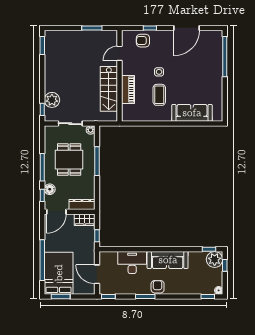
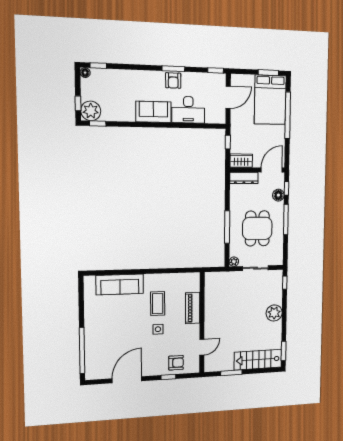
stairs: (109, 89) -> (258, 360), moved, turned -90
plant: (52, 100) -> (274, 313), moved
sofa: (168, 260) -> (154, 112), width x0.73
door: (97, 274) -> (228, 97), hinge flipped
armchair: (158, 287) -> (173, 80), moved

